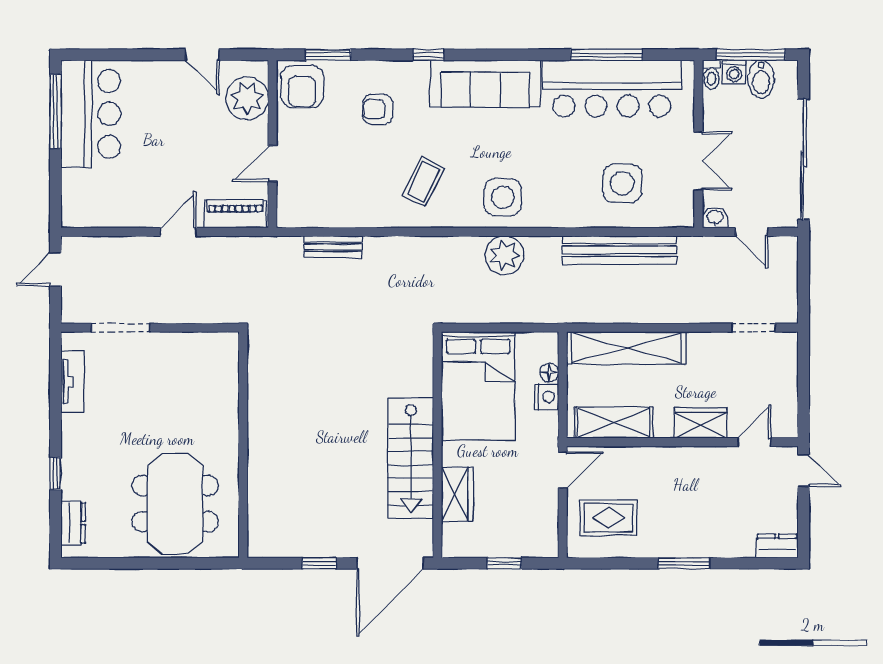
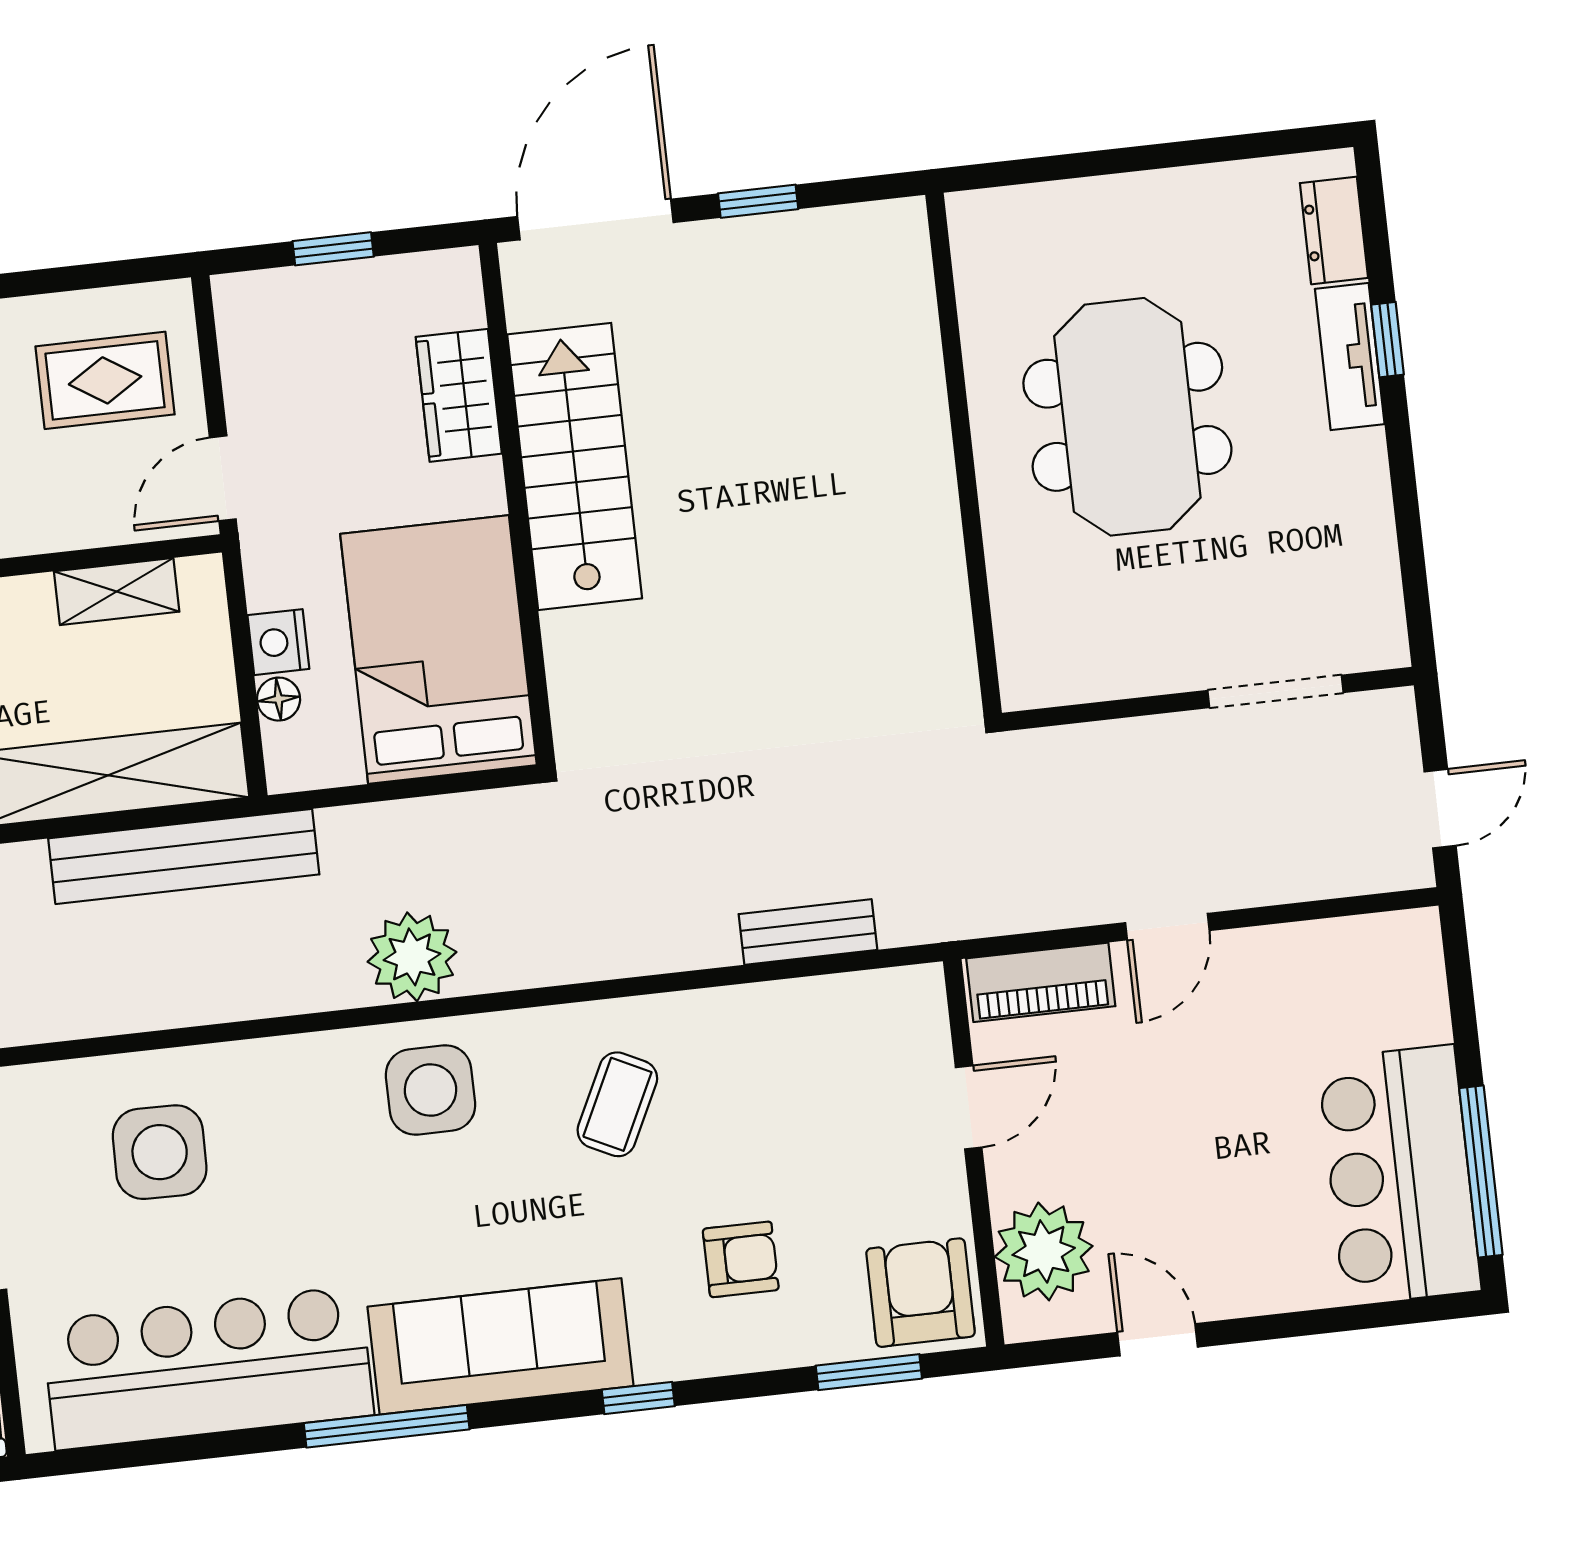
window: (606, 55) -> (387, 1426), moved
bench: (619, 250) -> (184, 856), moved
tv unit: (73, 382) -> (1350, 357), moved
shelving: (614, 423) -> (117, 592), width x0.67, depth x0.75
meeting table: (175, 504) -> (1127, 417), moved

